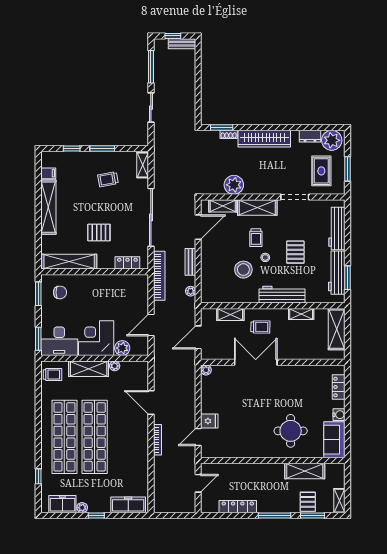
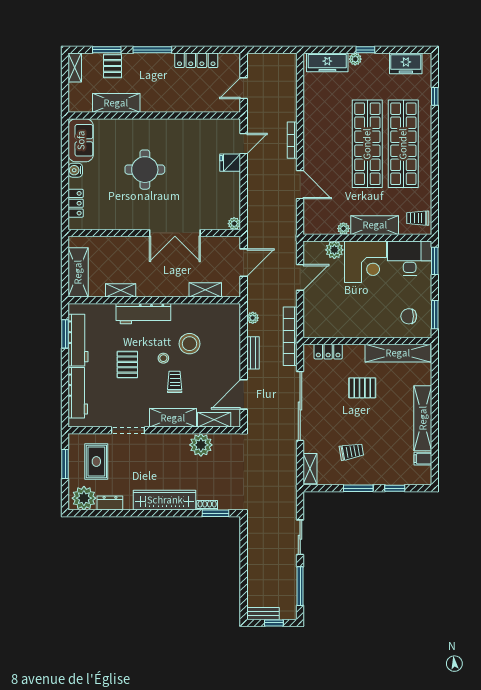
trolley: (260, 327) -> (169, 275), removed
round table: (291, 431) -> (145, 170), moved
plant: (82, 508) -> (355, 59), moved

